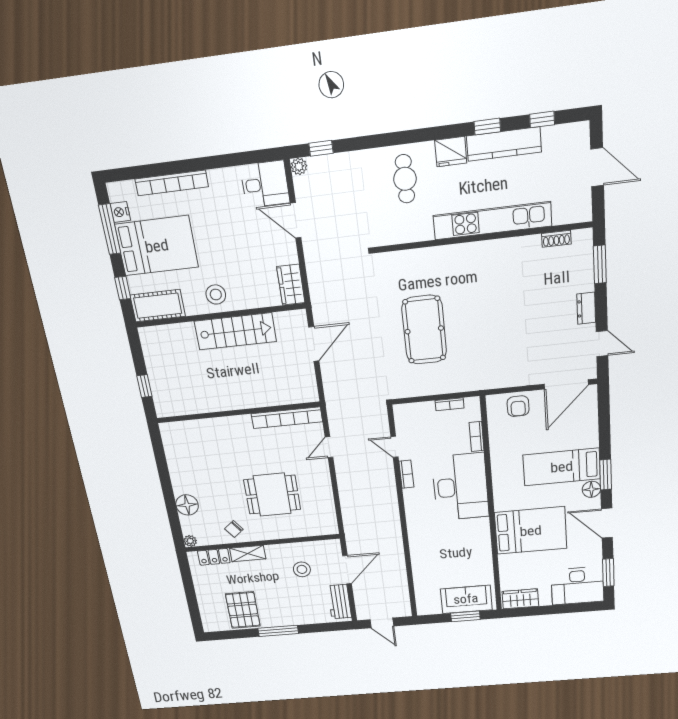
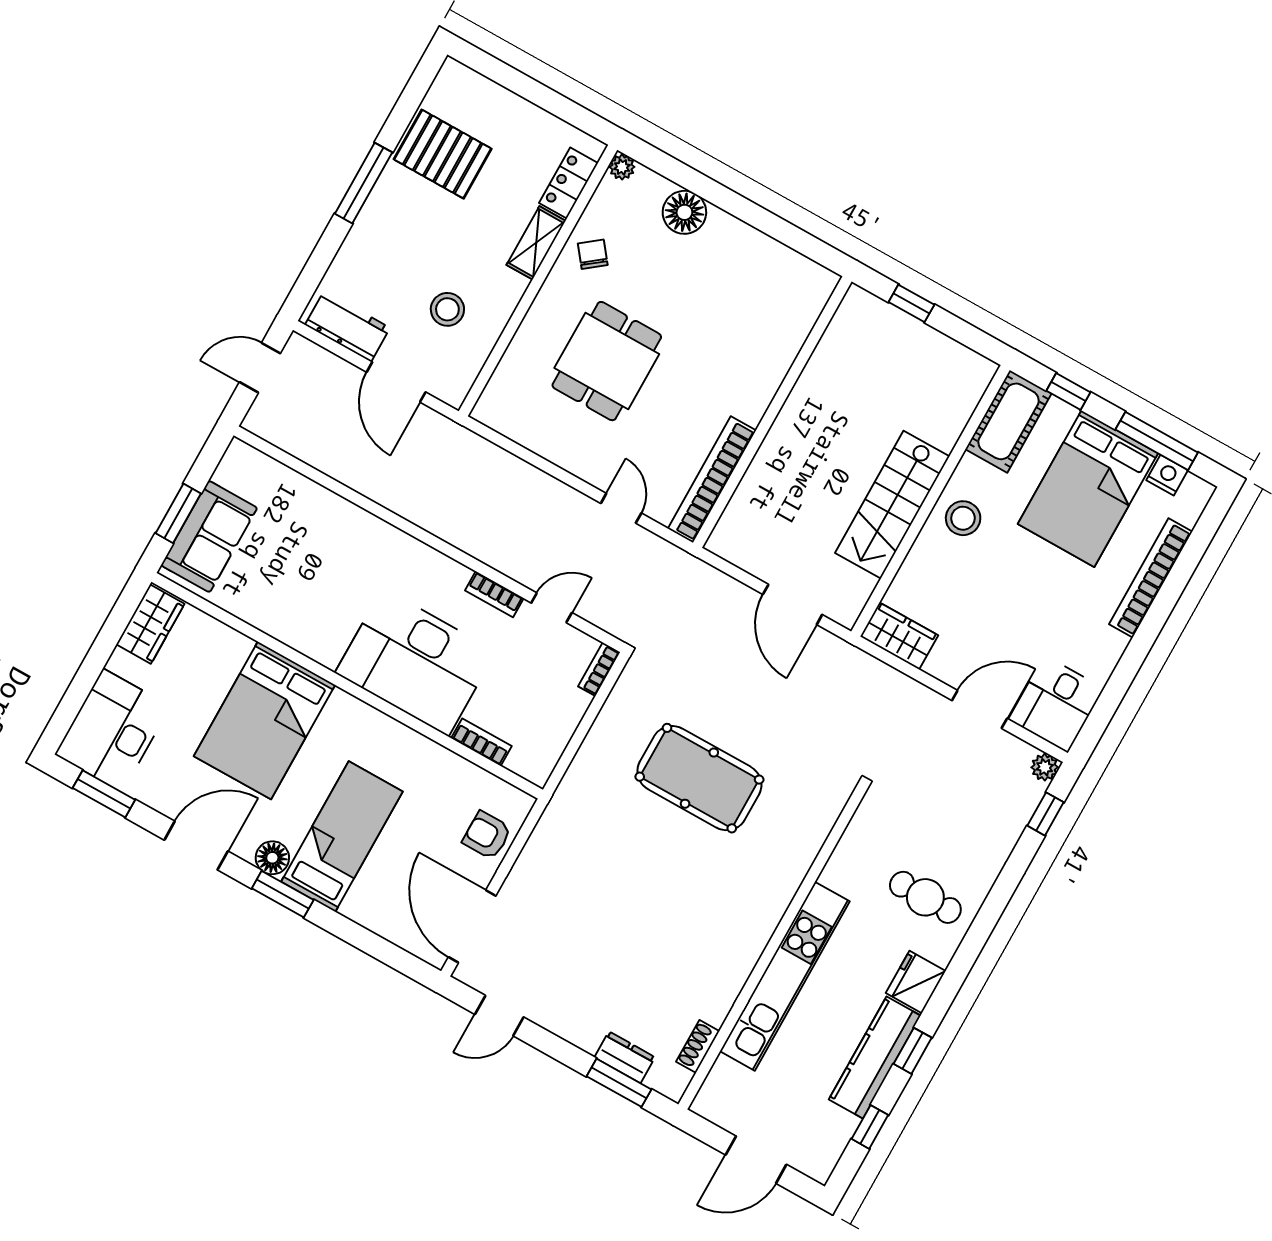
dresser: (586, 308) -> (625, 1057), moved
bookcase: (450, 404) -> (599, 669), moved

